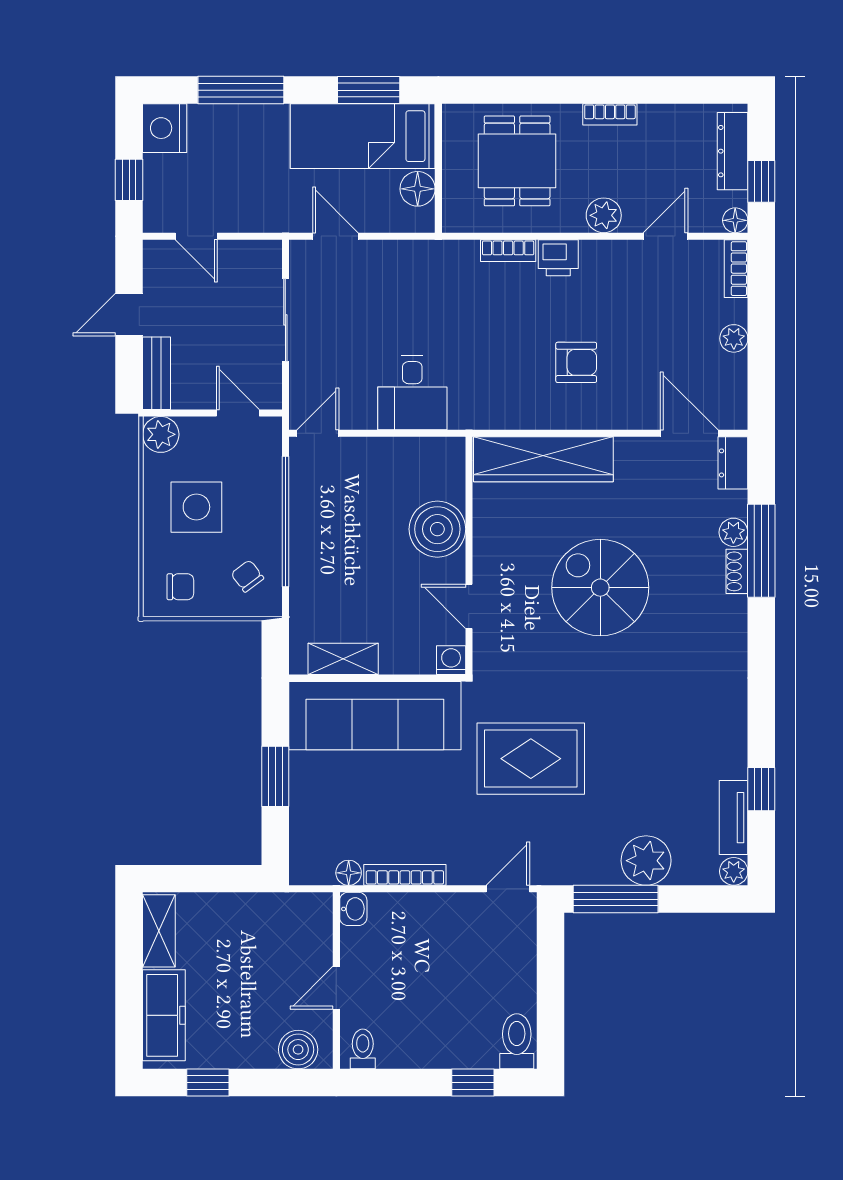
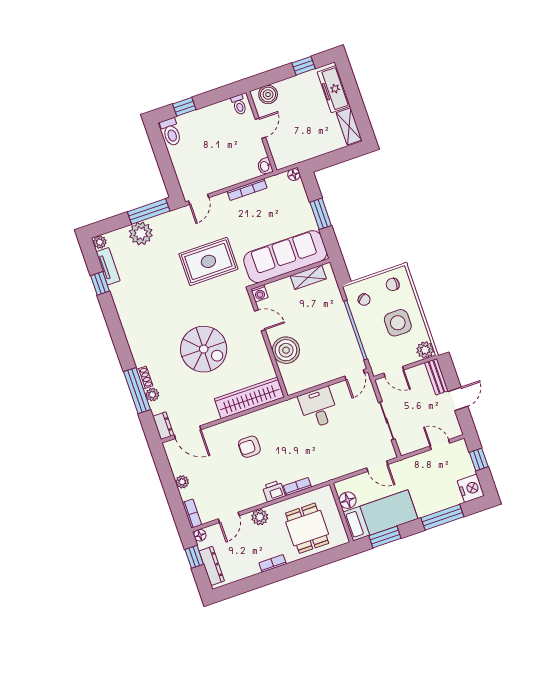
floor lamp: (349, 873) -> (294, 175), moved

